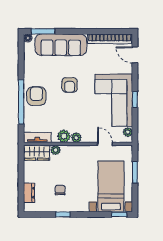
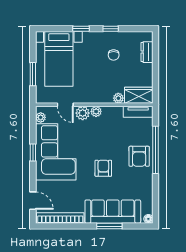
window: (43, 31) -> (109, 226), moved
plant: (64, 136) -> (83, 113), moved
window: (119, 214) -> (81, 29), moved

